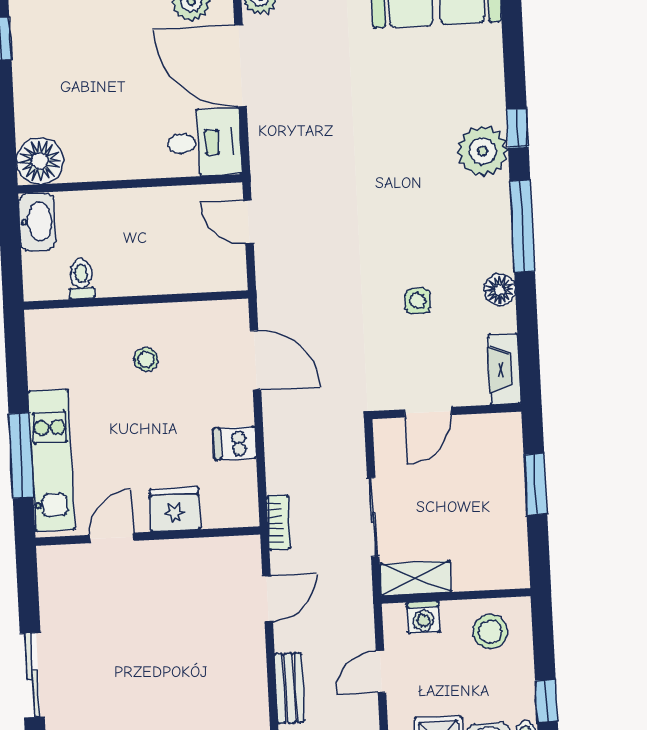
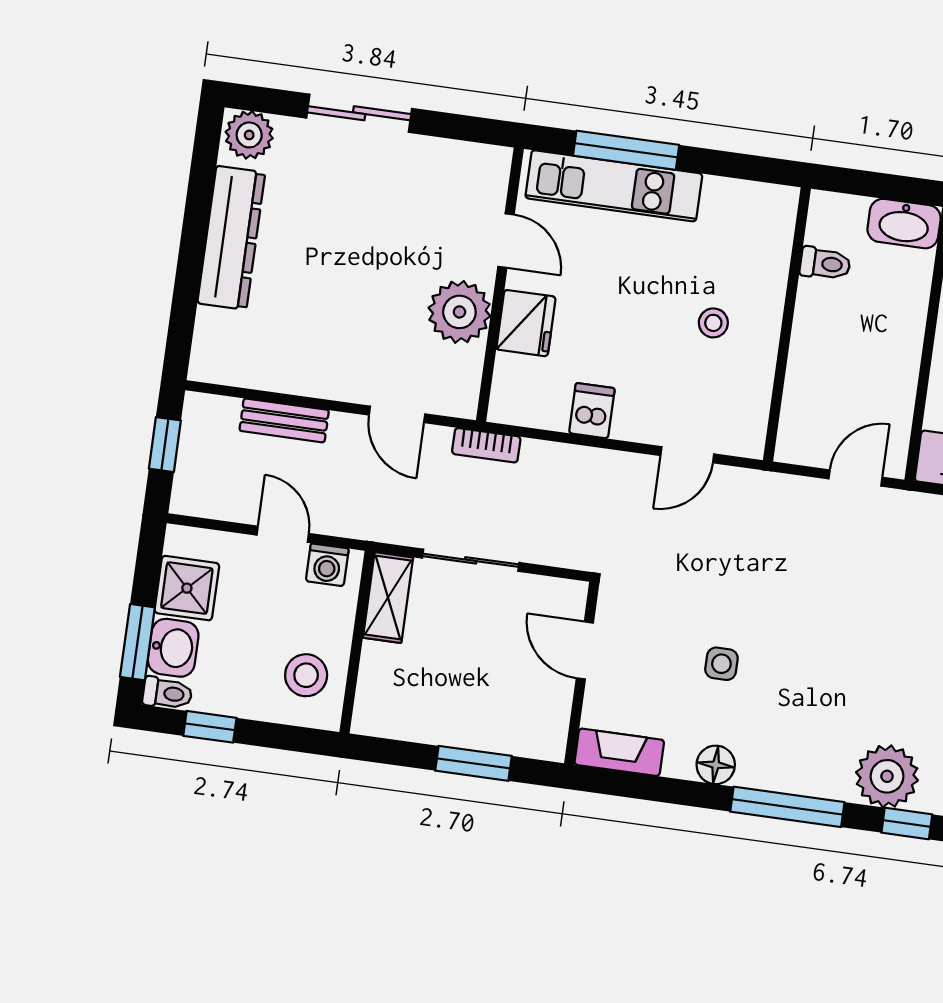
door: (255, 360) -> (687, 455), width x0.73
plant: (176, 564) -> (459, 312), added
washing machine: (423, 617) -> (327, 565), moved, turned -90

